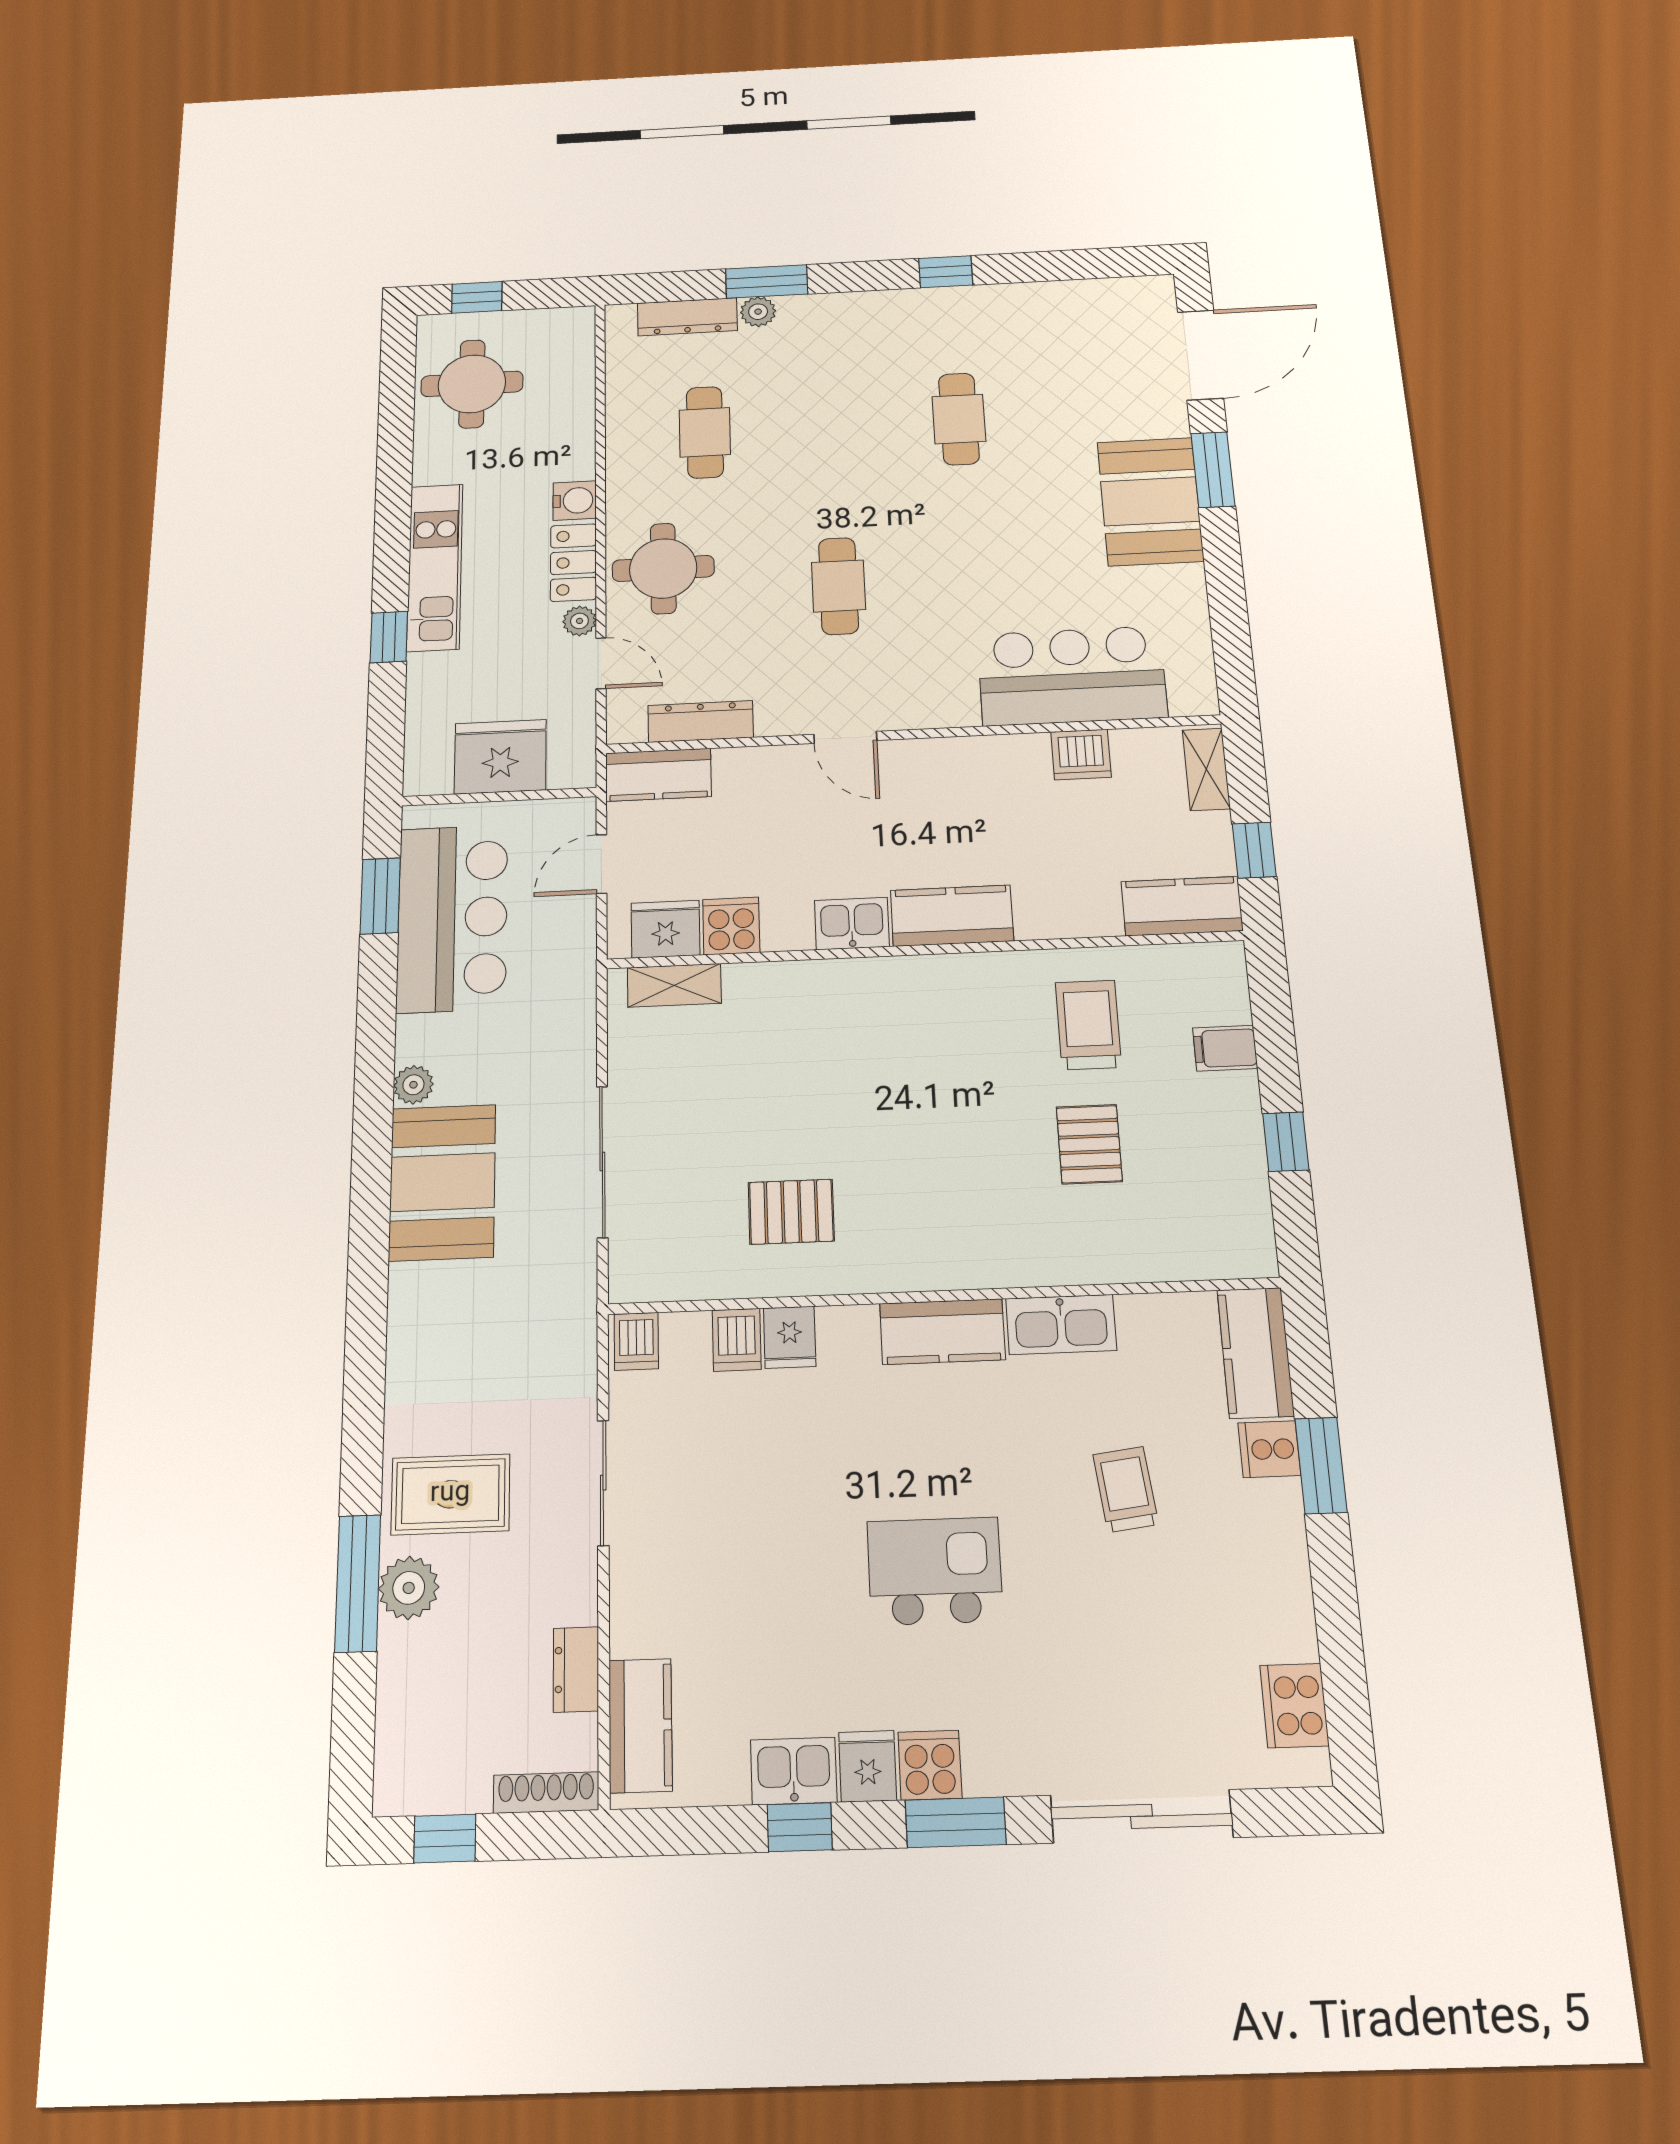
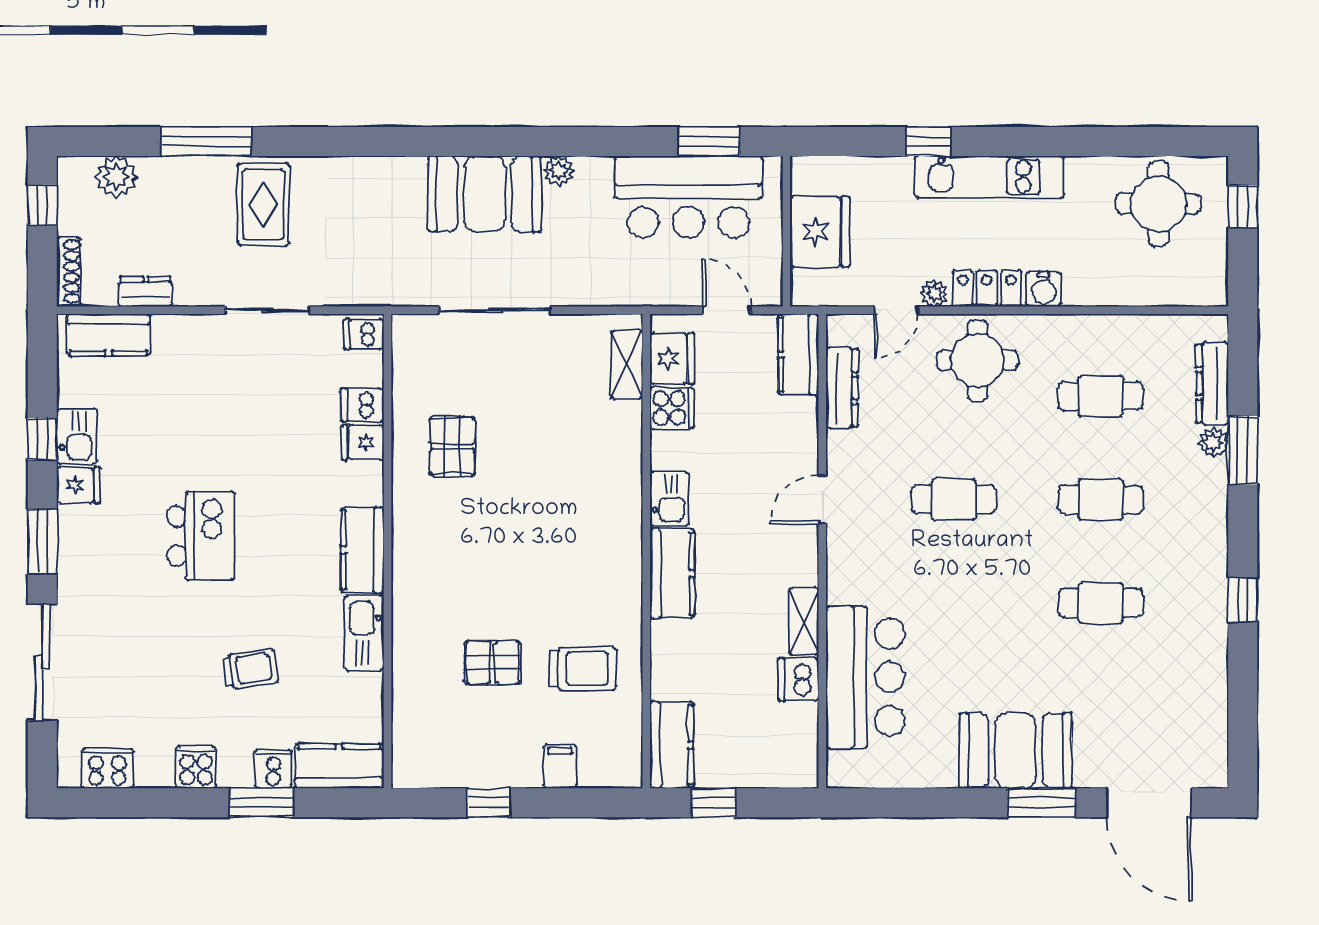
cafe table: (832, 426) -> (1101, 499), added
shelving: (1206, 769) -> (804, 621), moved, turned 90
plant: (409, 1588) -> (116, 177), moved
cooker: (930, 1765) -> (196, 767), moved, turned -90

